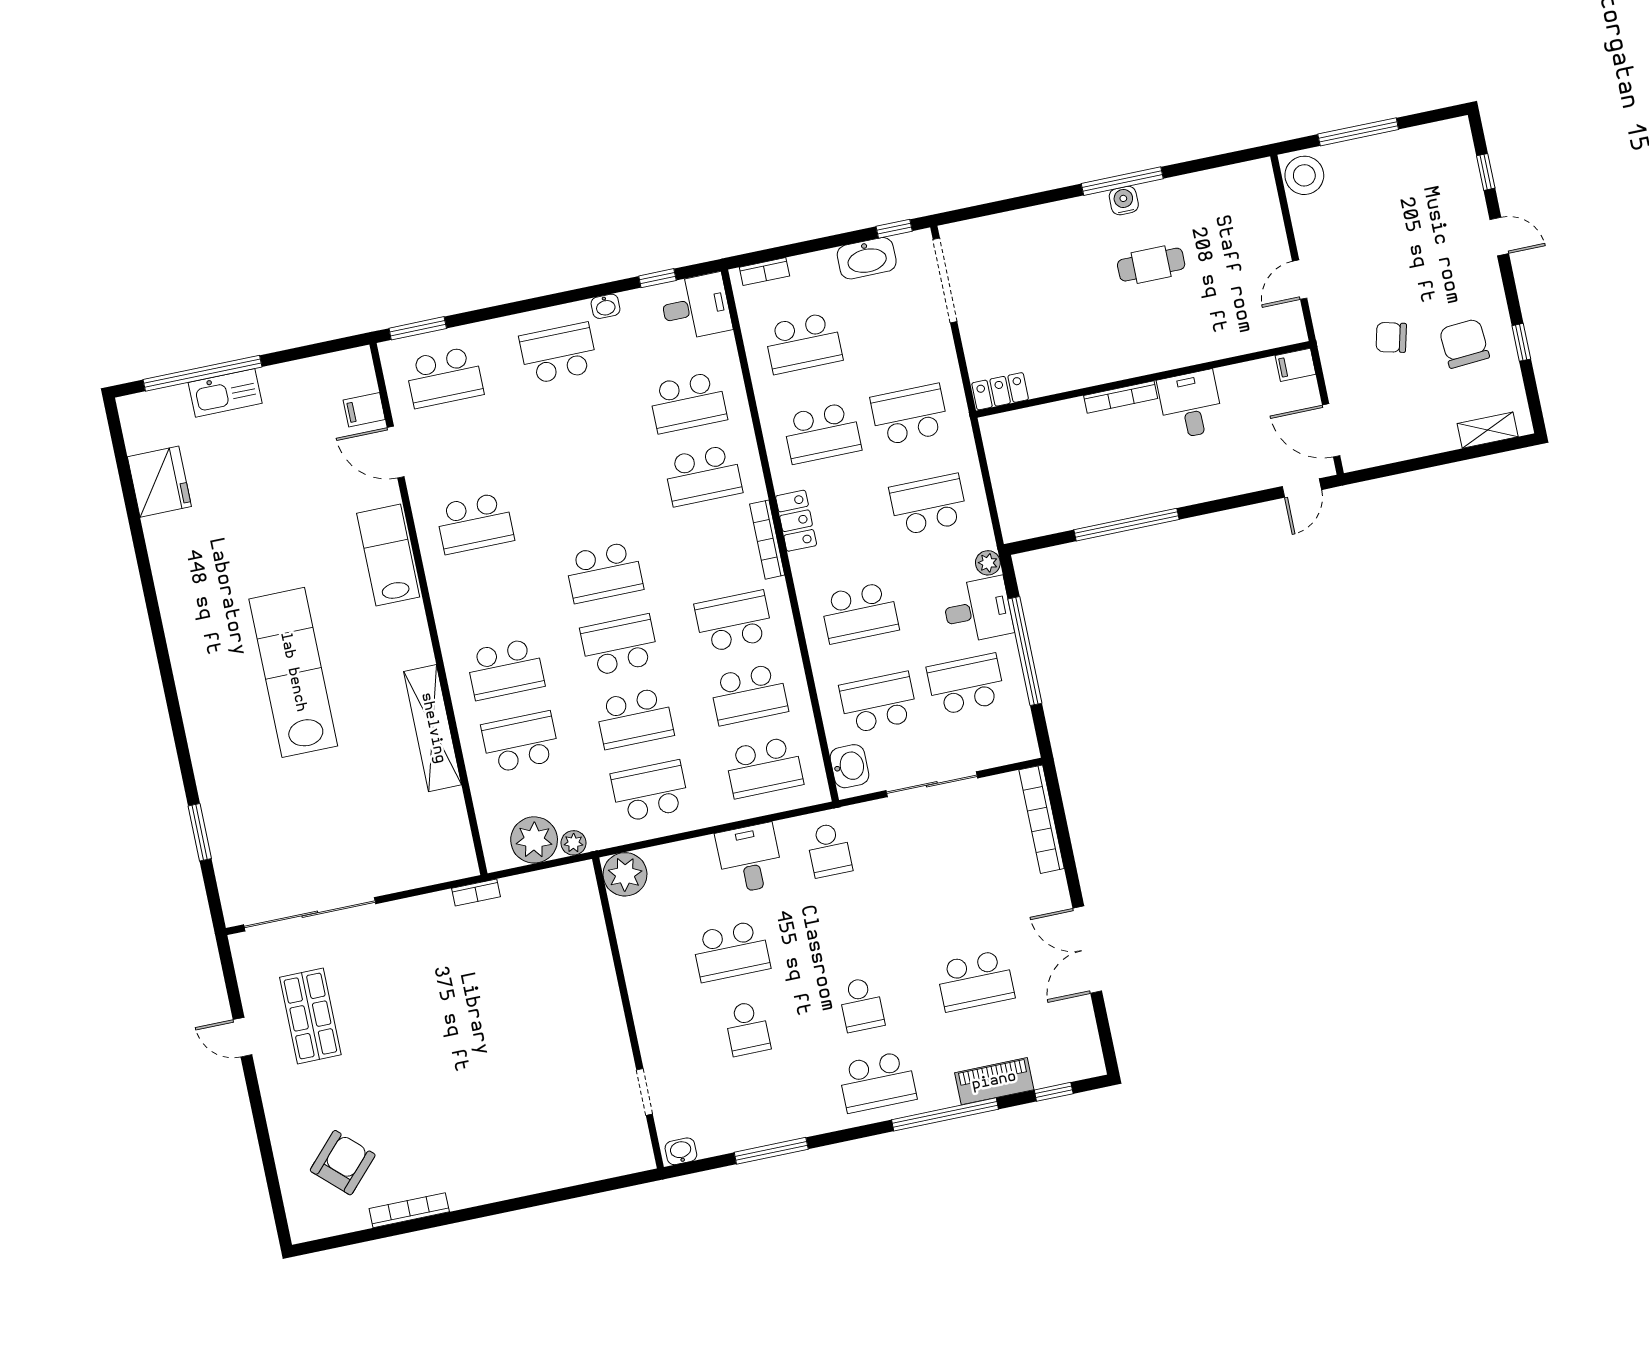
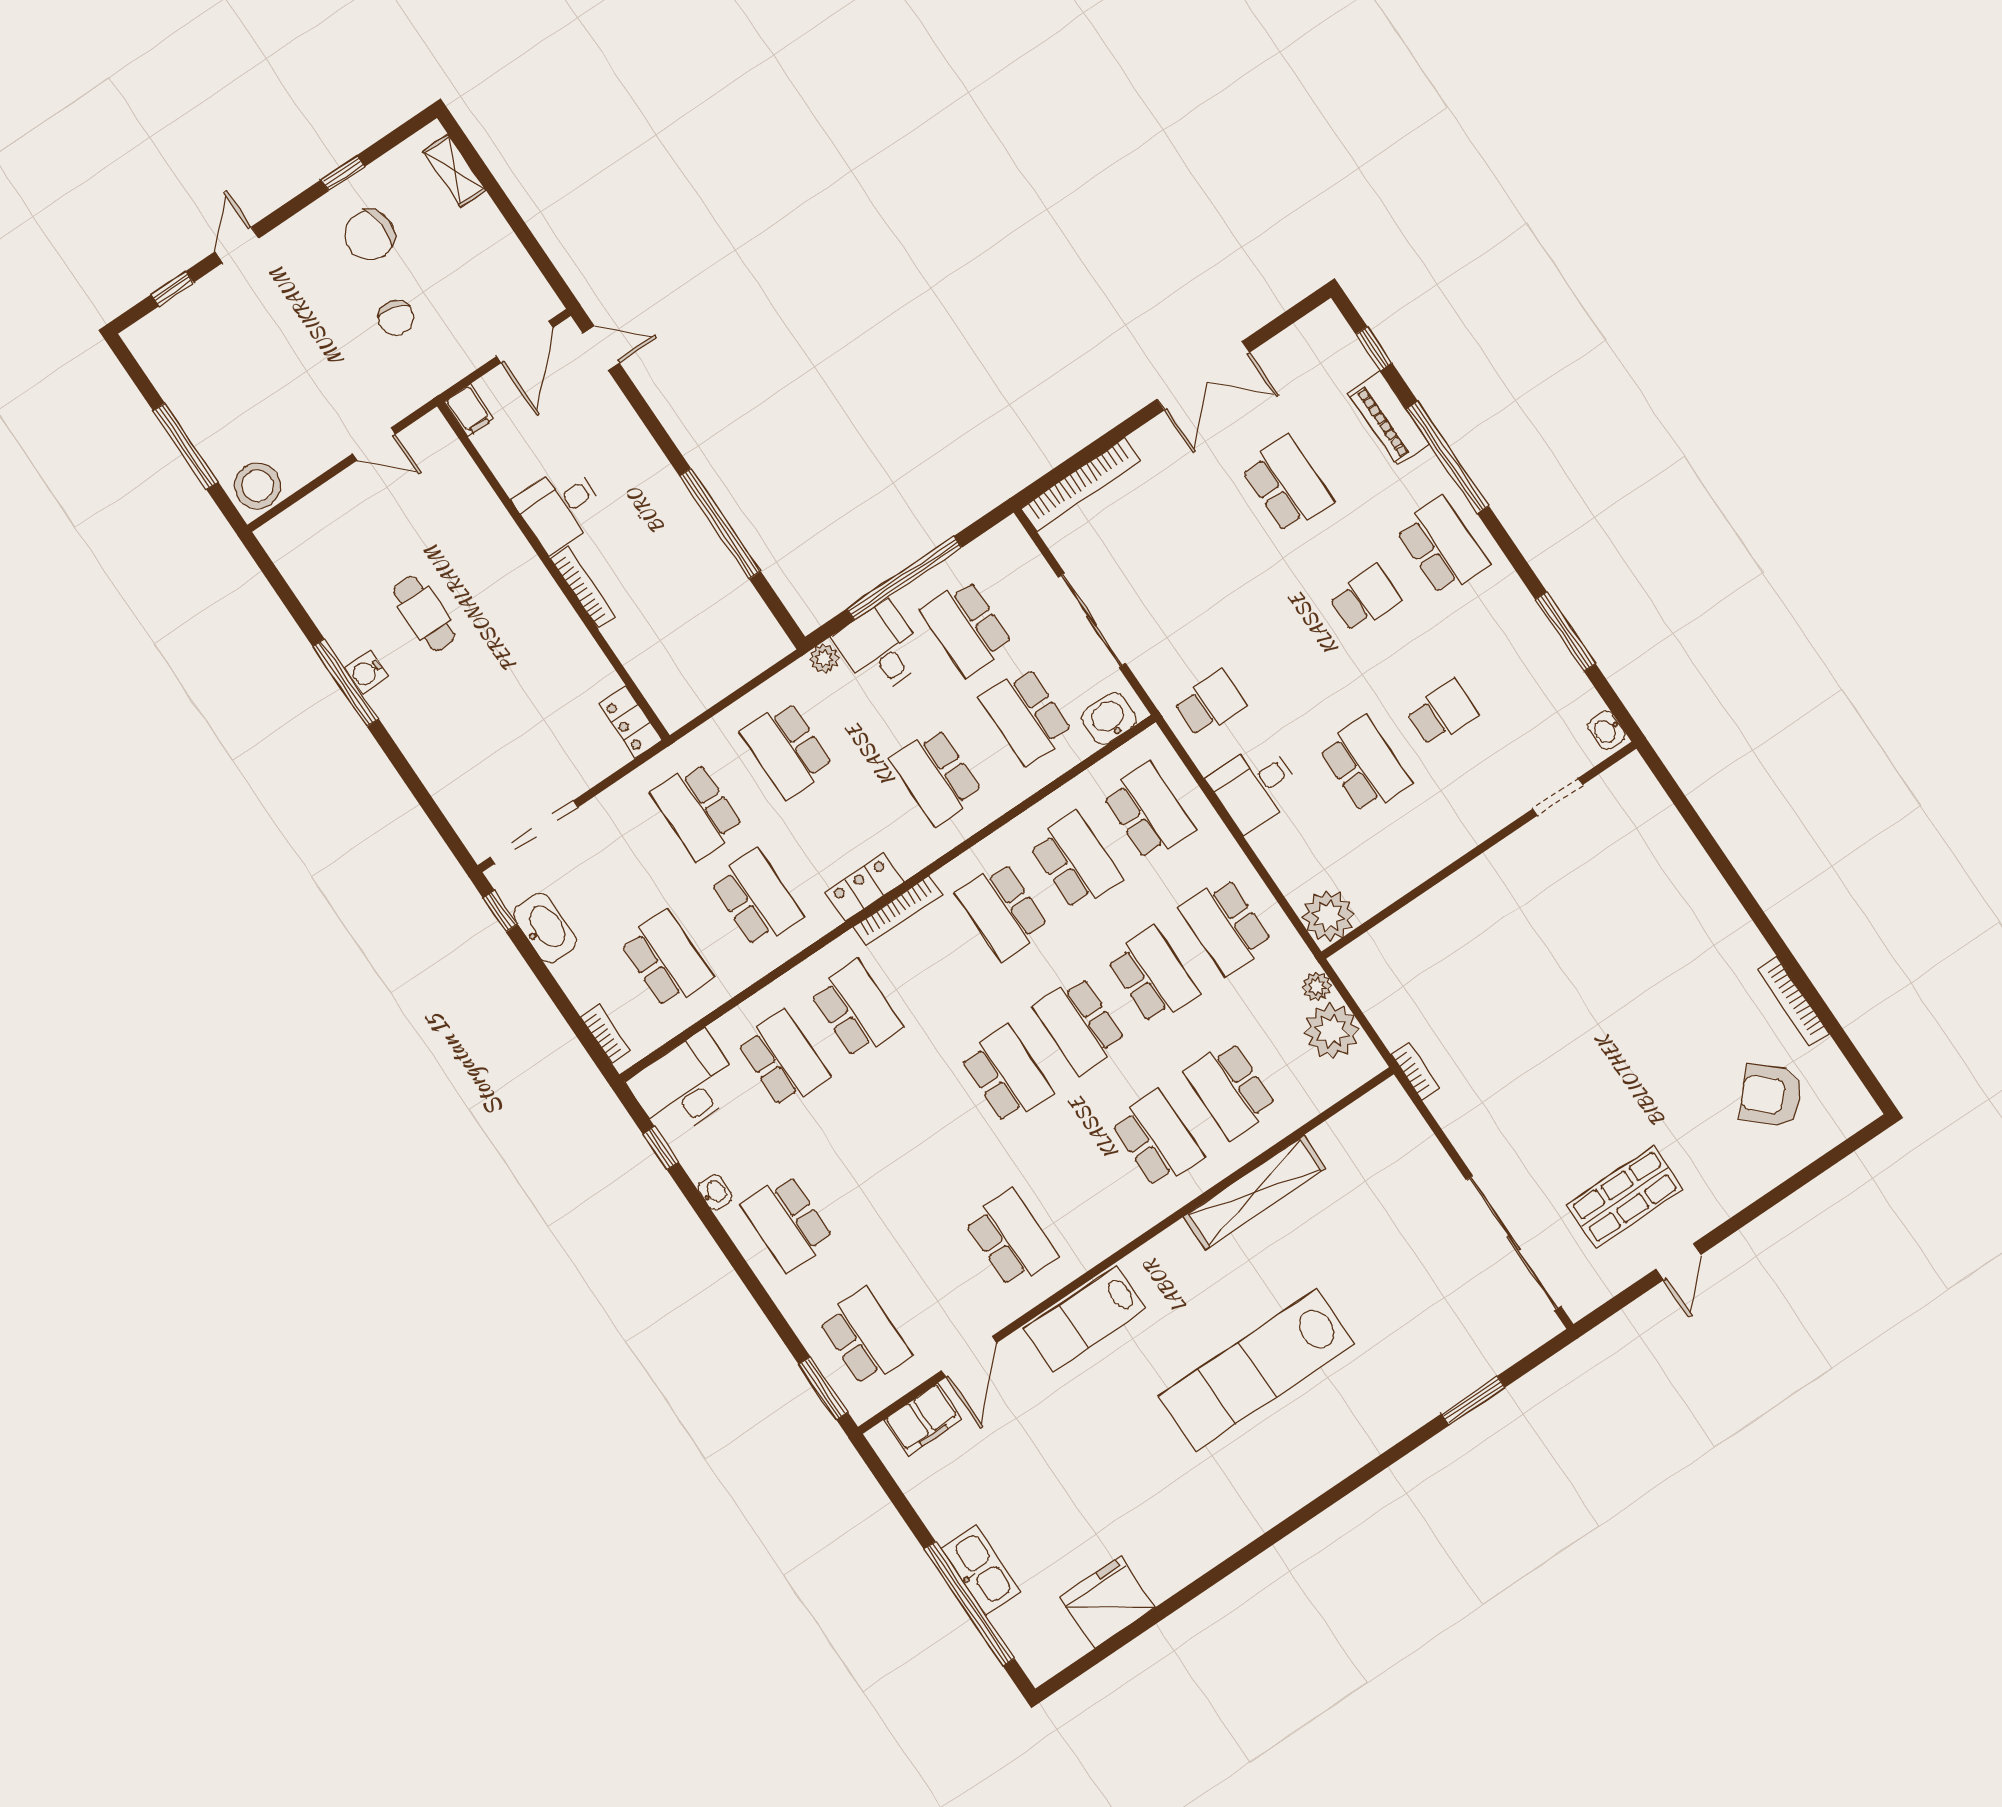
desk: (696, 307) -> (686, 1086), width x1.37
filing cabinet: (364, 410) -> (923, 1419), width x2.00
school desk: (860, 613) -> (936, 776), turned 180

